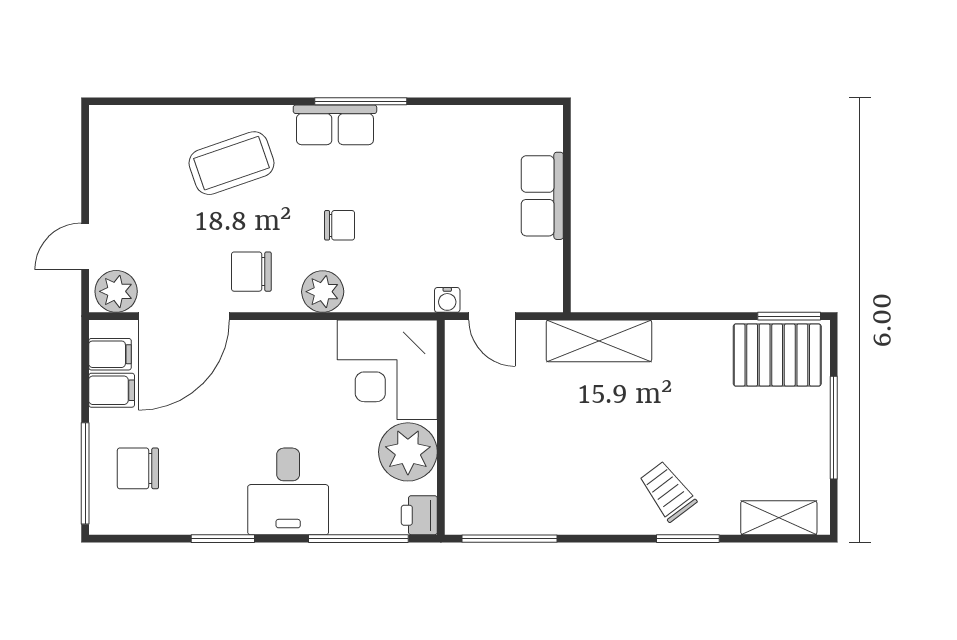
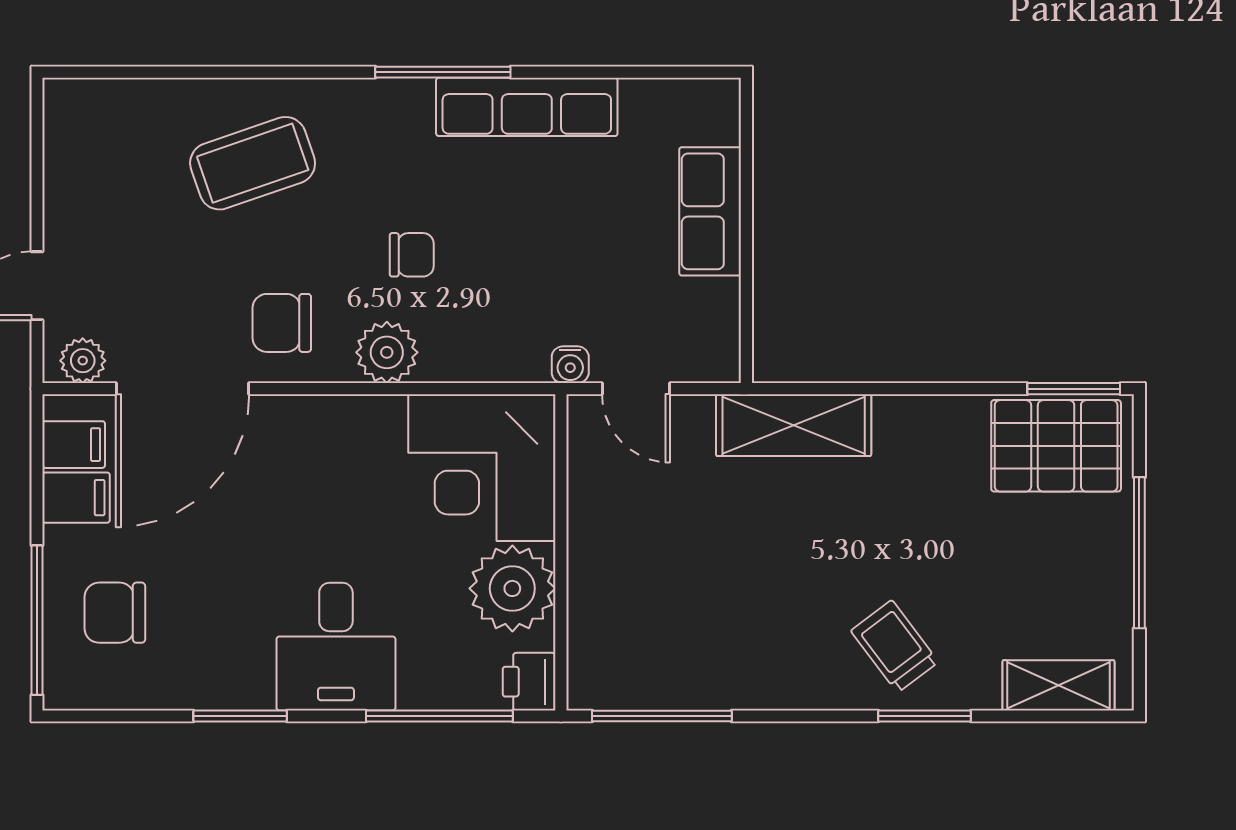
row of seats: (335, 125) -> (527, 107), moved, width x1.48
plant: (116, 291) -> (83, 361), width x0.73, depth x0.73

